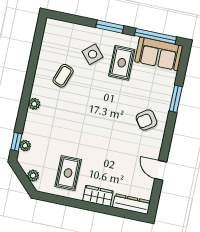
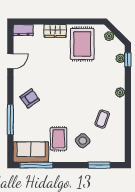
window: (110, 27) -> (99, 165), moved
window: (176, 99) -> (10, 120), width x1.44
door: (161, 170) -> (10, 61), hinge flipped
rug: (68, 173) -> (82, 44), width x1.36, depth x1.43
dresser: (131, 204) -> (23, 30), width x0.70

